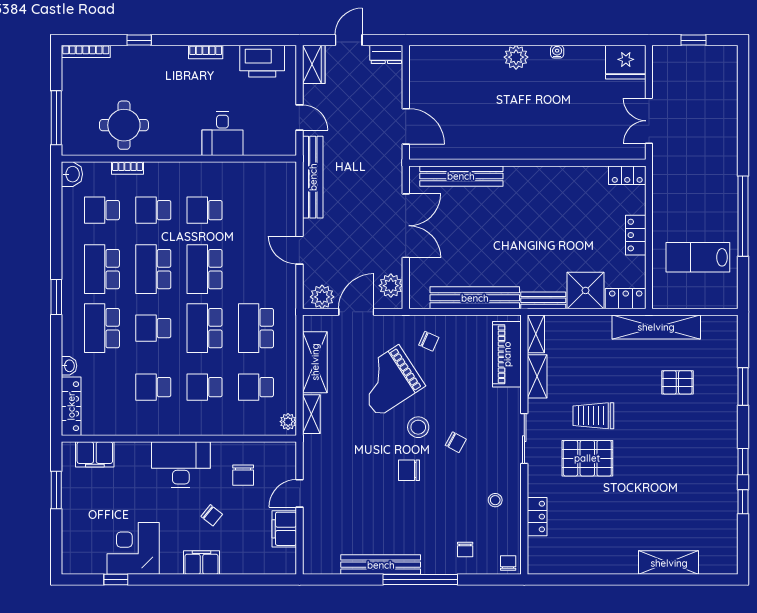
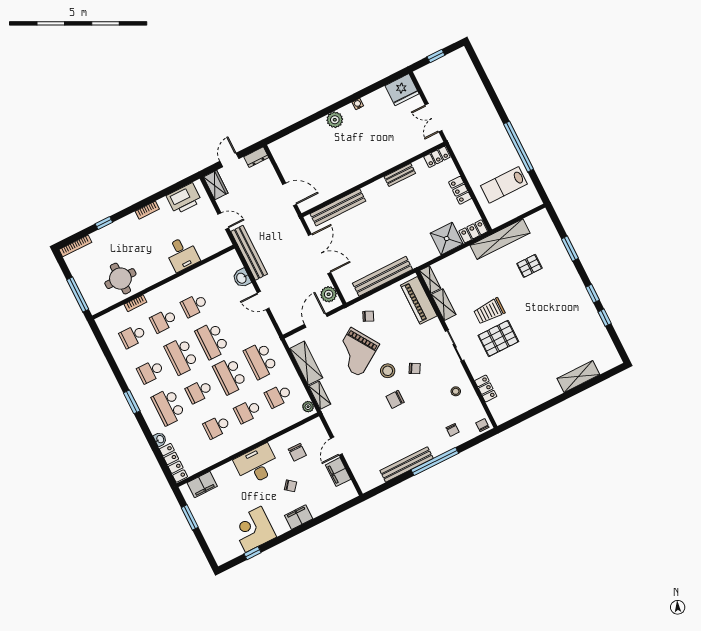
washbasin: (72, 174) -> (242, 278), moved, turned 180
school desk: (102, 269) -> (151, 371), width x0.54
plant: (322, 297) -> (291, 322), removed
bench: (543, 300) -> (400, 175), moved

